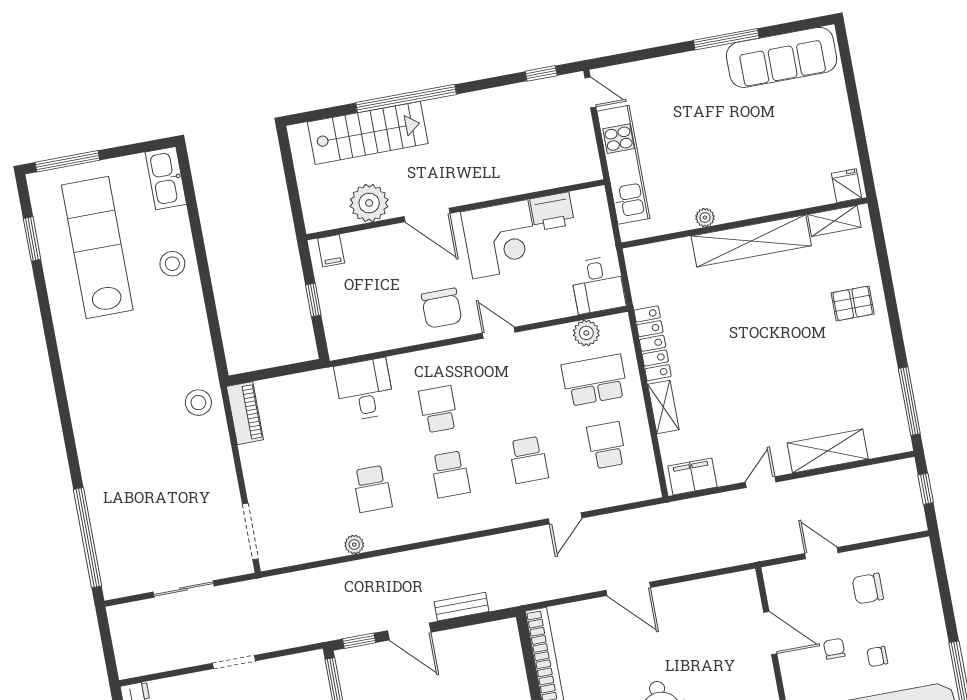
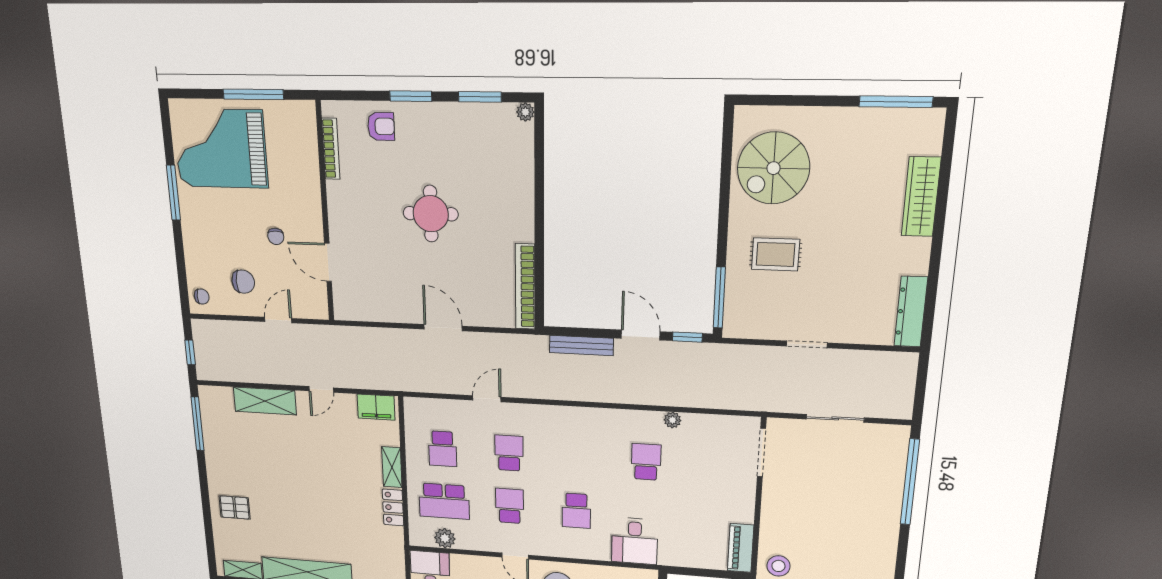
locker: (653, 343) -> (393, 507), width x0.66
school desk: (450, 474) -> (510, 506), moved
door: (821, 553) -> (278, 320), swing flipped
bench: (461, 607) -> (581, 345), width x1.36
chair: (877, 656) -> (202, 297), moved

